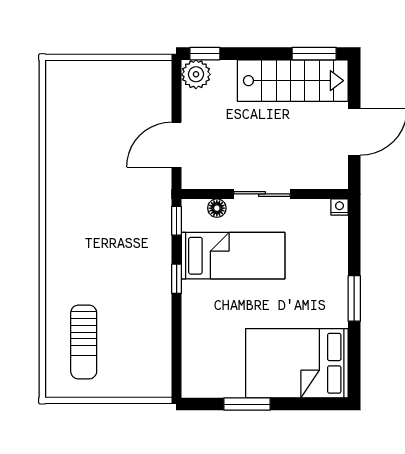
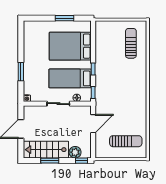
window: (314, 54) -> (50, 161), moved
plant: (196, 74) -> (75, 152), moved
sun lounger: (96, 101) -> (126, 141), added
window: (354, 298) -> (21, 72), moved
bed: (297, 363) -> (70, 46), moved, turned 180

